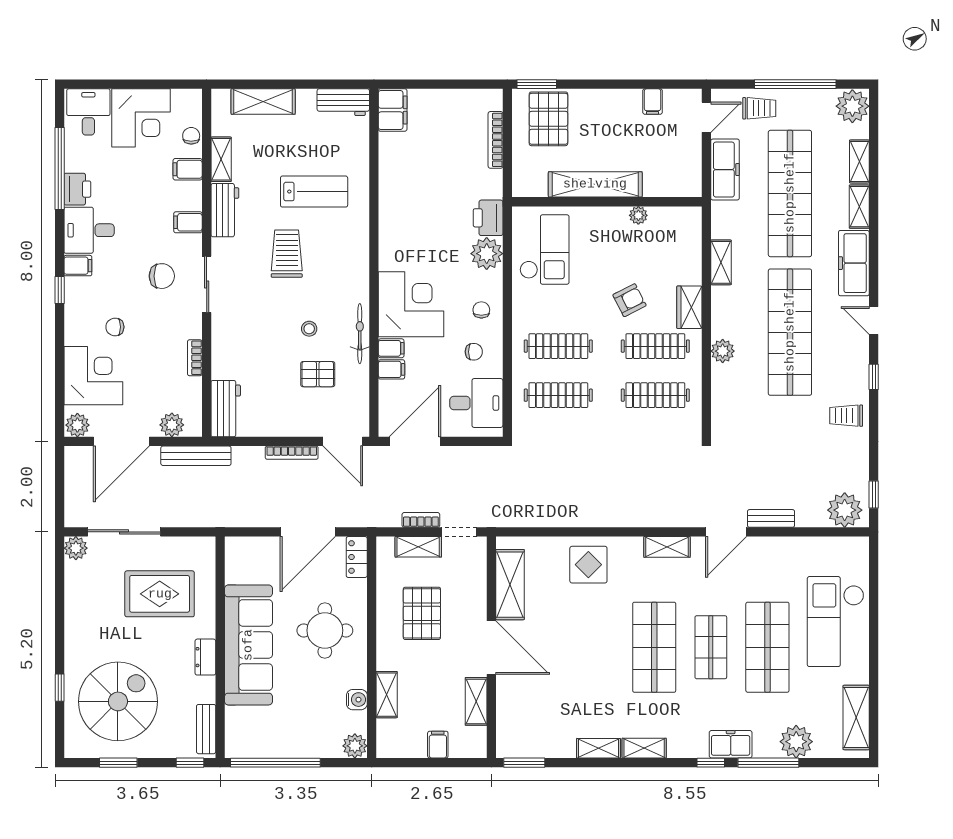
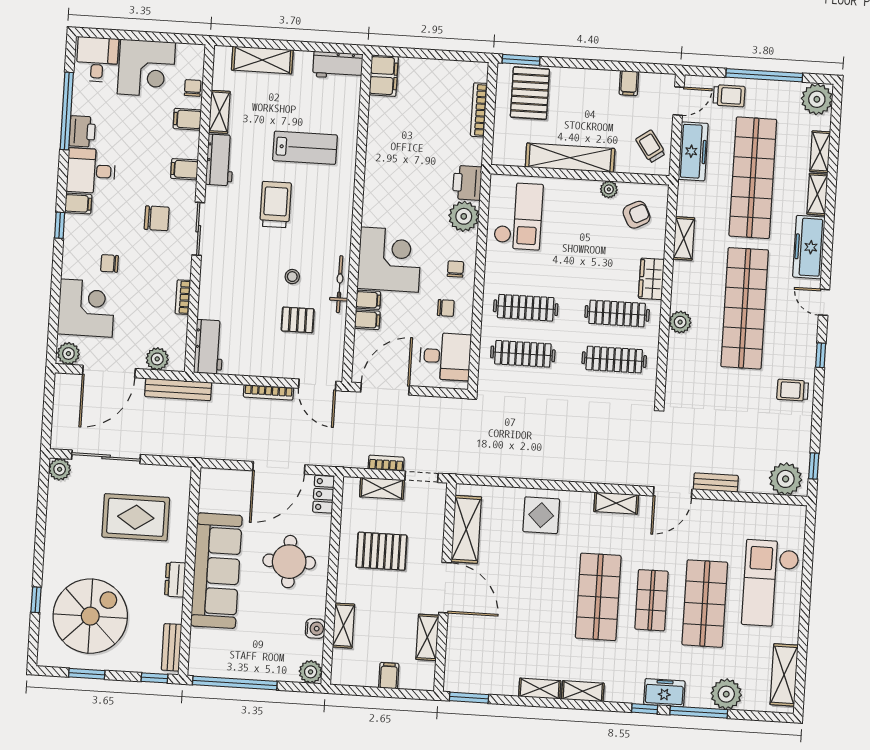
trolley: (680, 167) -> (651, 146), added
armchair: (629, 300) -> (637, 215), moved
pallet: (422, 613) -> (382, 551), turned 90

